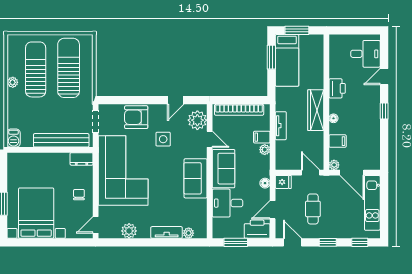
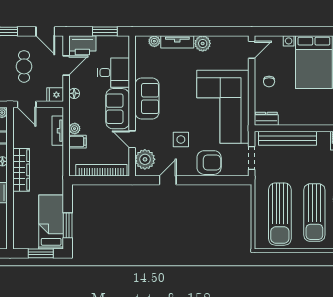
tv unit: (281, 126) -> (58, 131), moved
plant: (129, 231) -> (203, 43), moved

